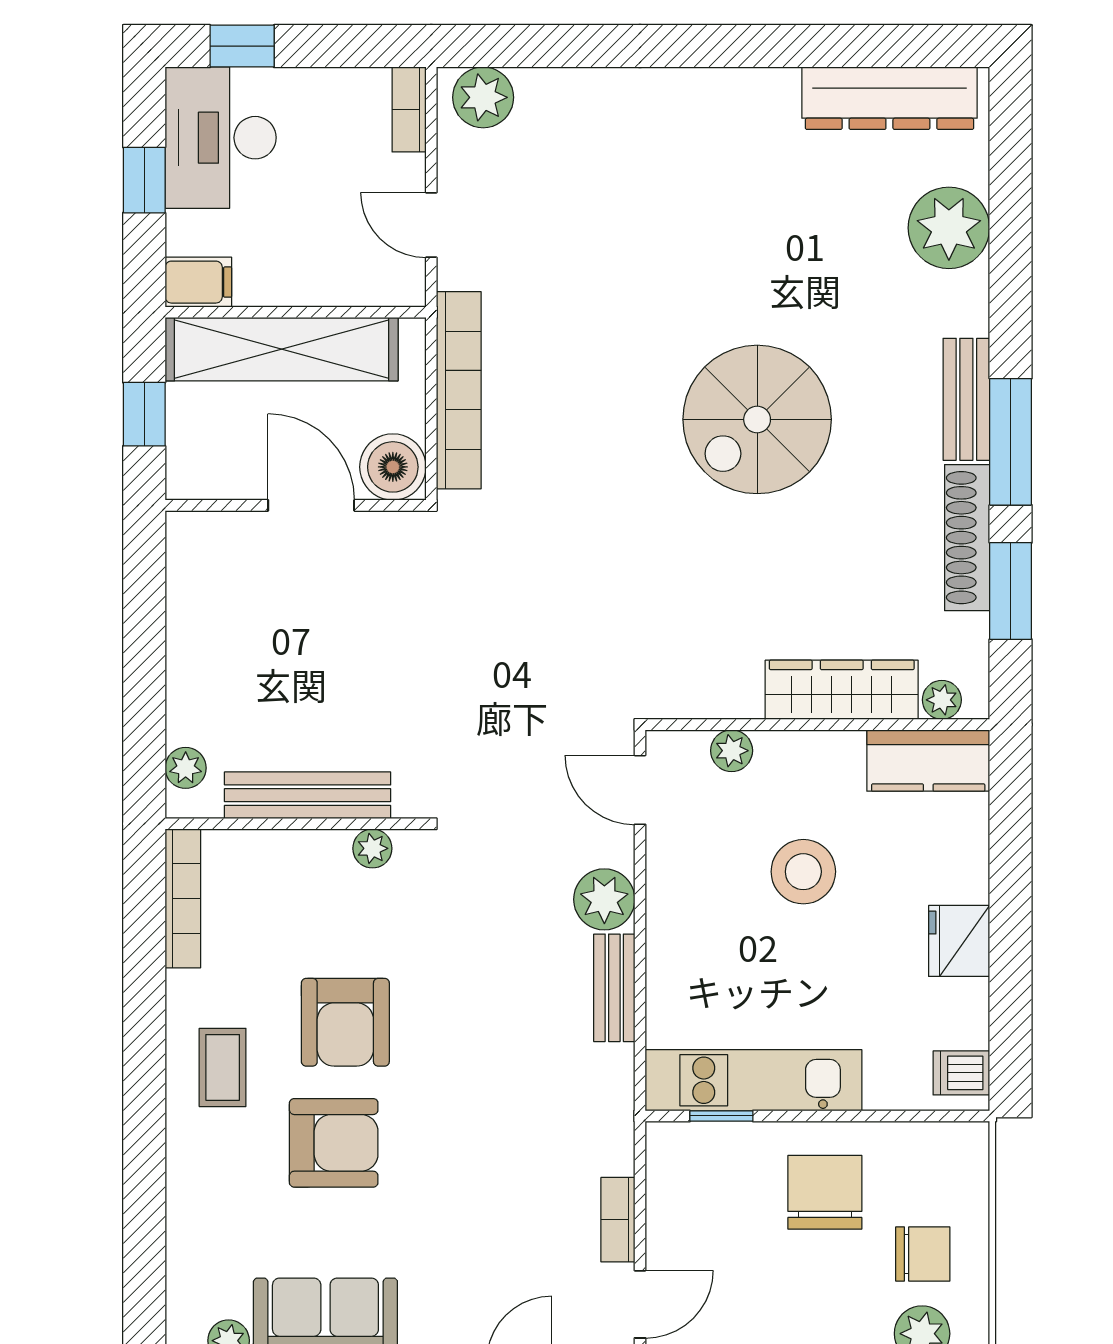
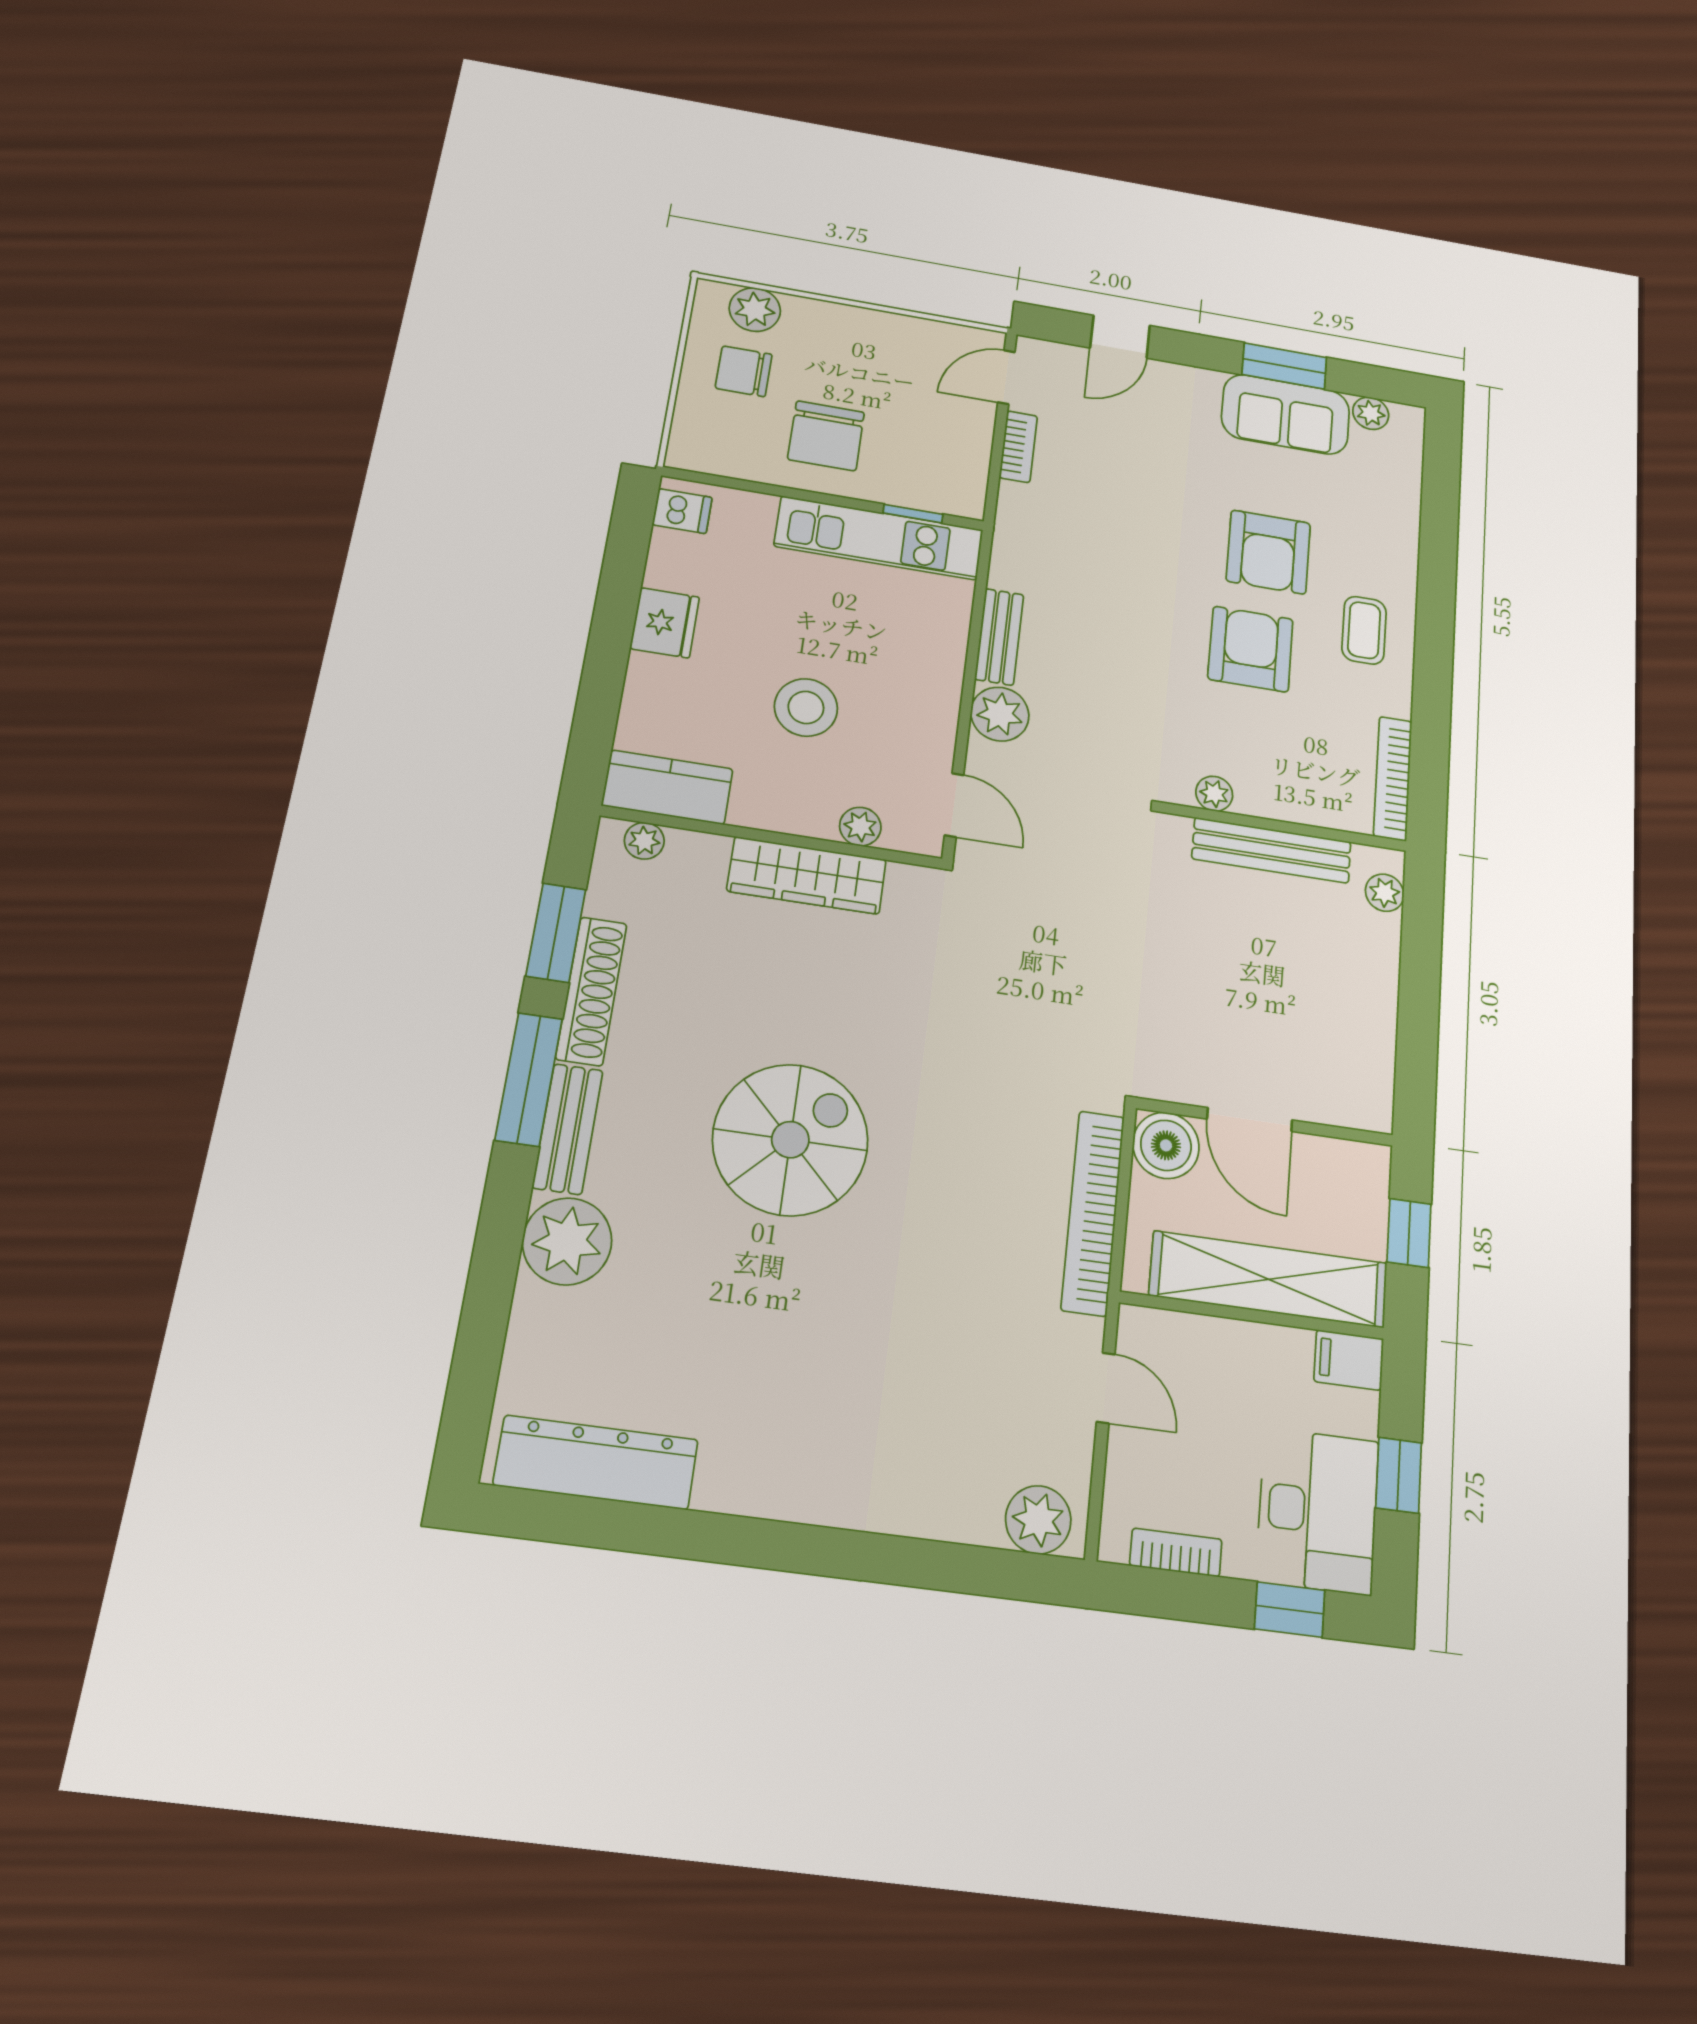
bookcase: (409, 109) -> (1176, 1552), moved, turned -90
plant: (949, 228) -> (567, 1241), moved
wardrobe: (842, 690) -> (807, 875), moved
armchair: (334, 1143) -> (1268, 552), turned -90

